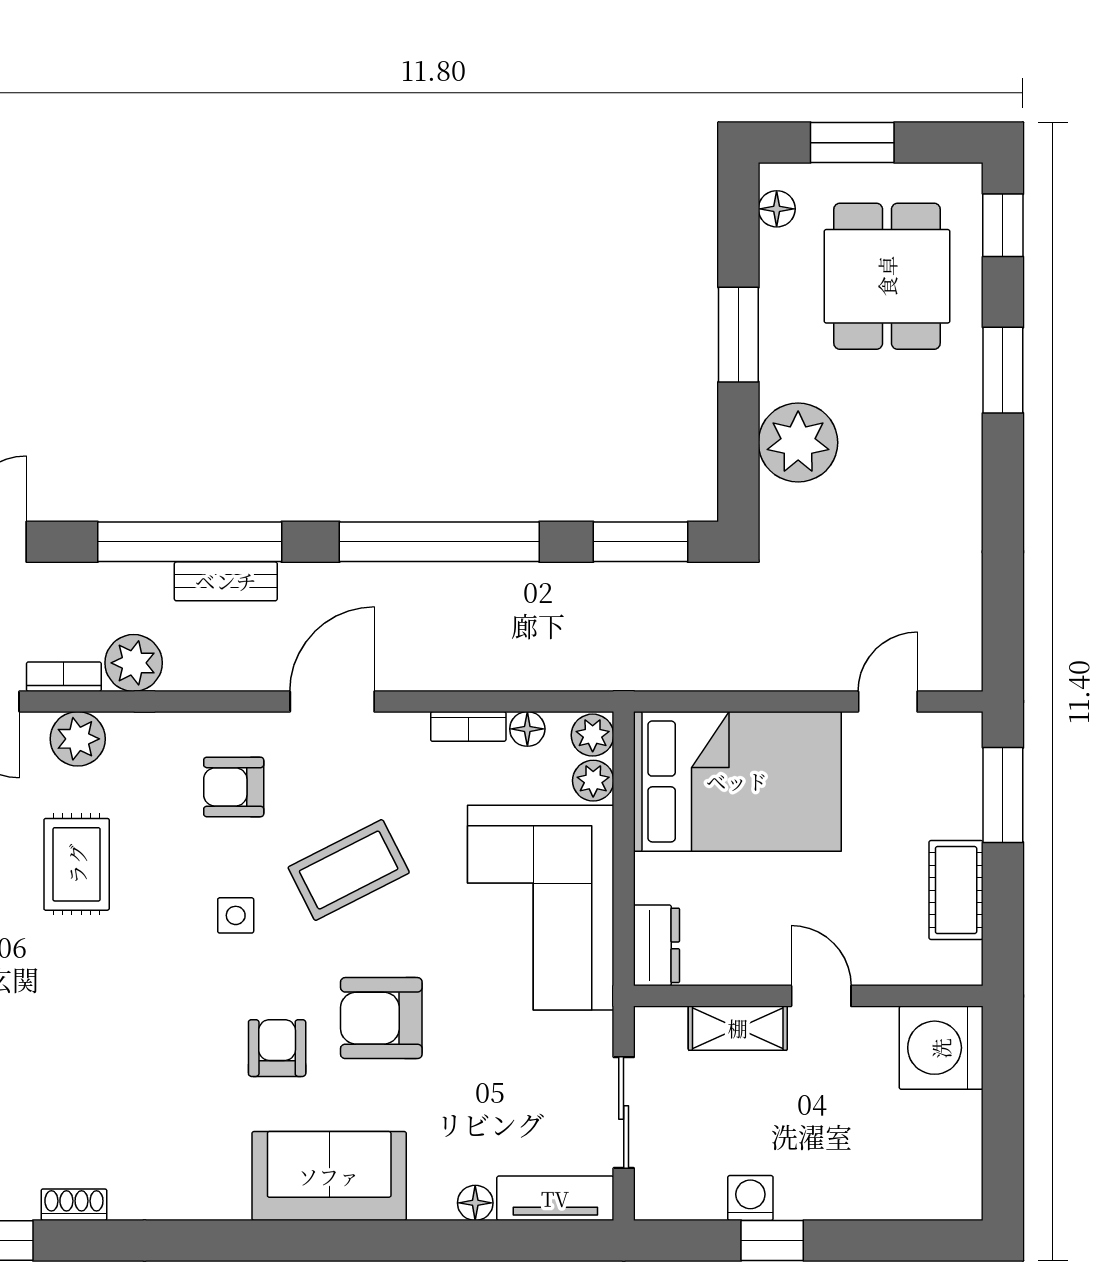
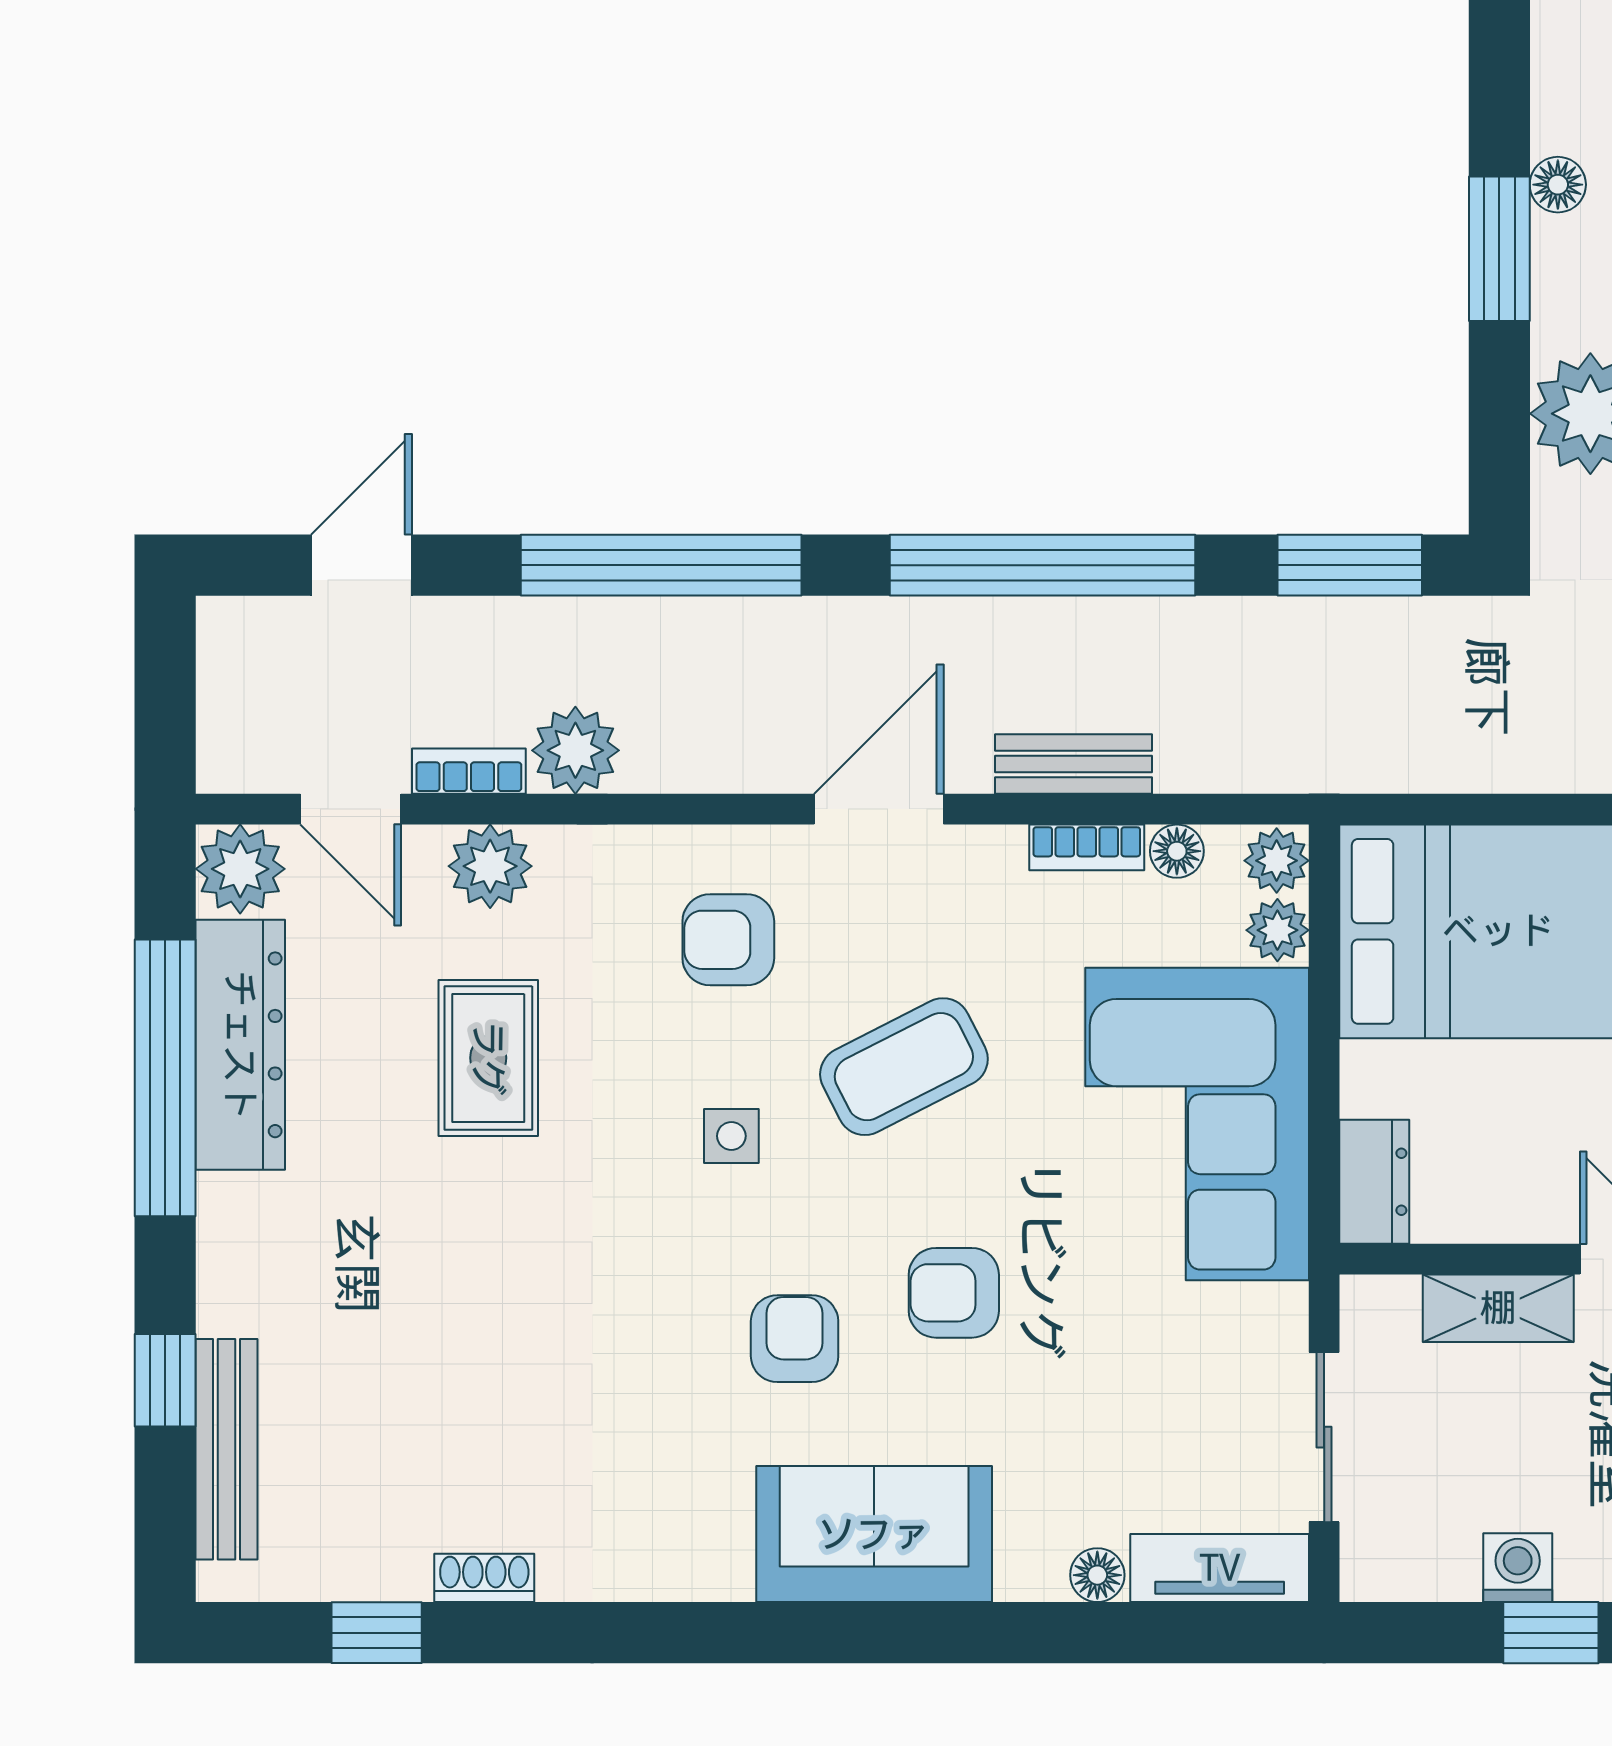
floor lamp: (777, 209) -> (1558, 185), moved
bench: (226, 581) -> (1074, 764), moved
armchair: (381, 1018) -> (954, 1293), width x0.72, depth x0.72

